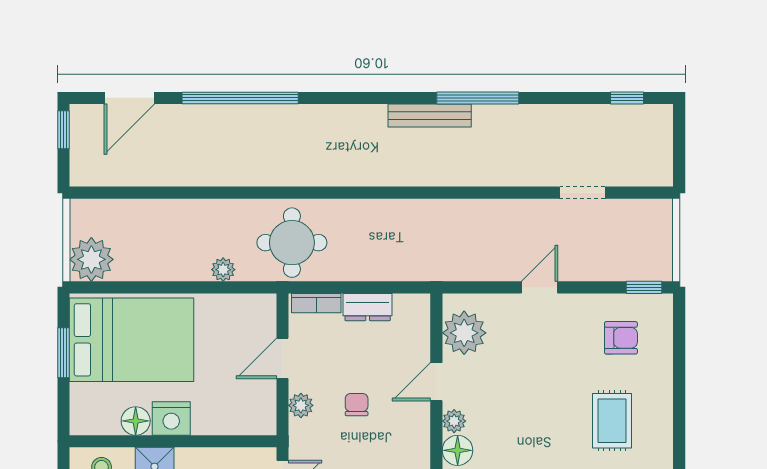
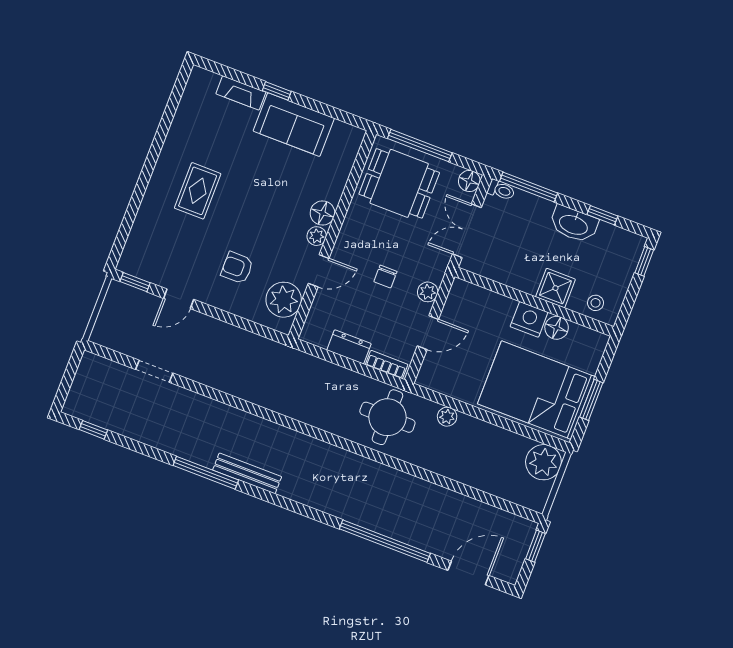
window: (63, 130) -> (536, 546), moved
door: (540, 287) -> (179, 299), moved
armchair: (621, 338) -> (237, 268), moved

